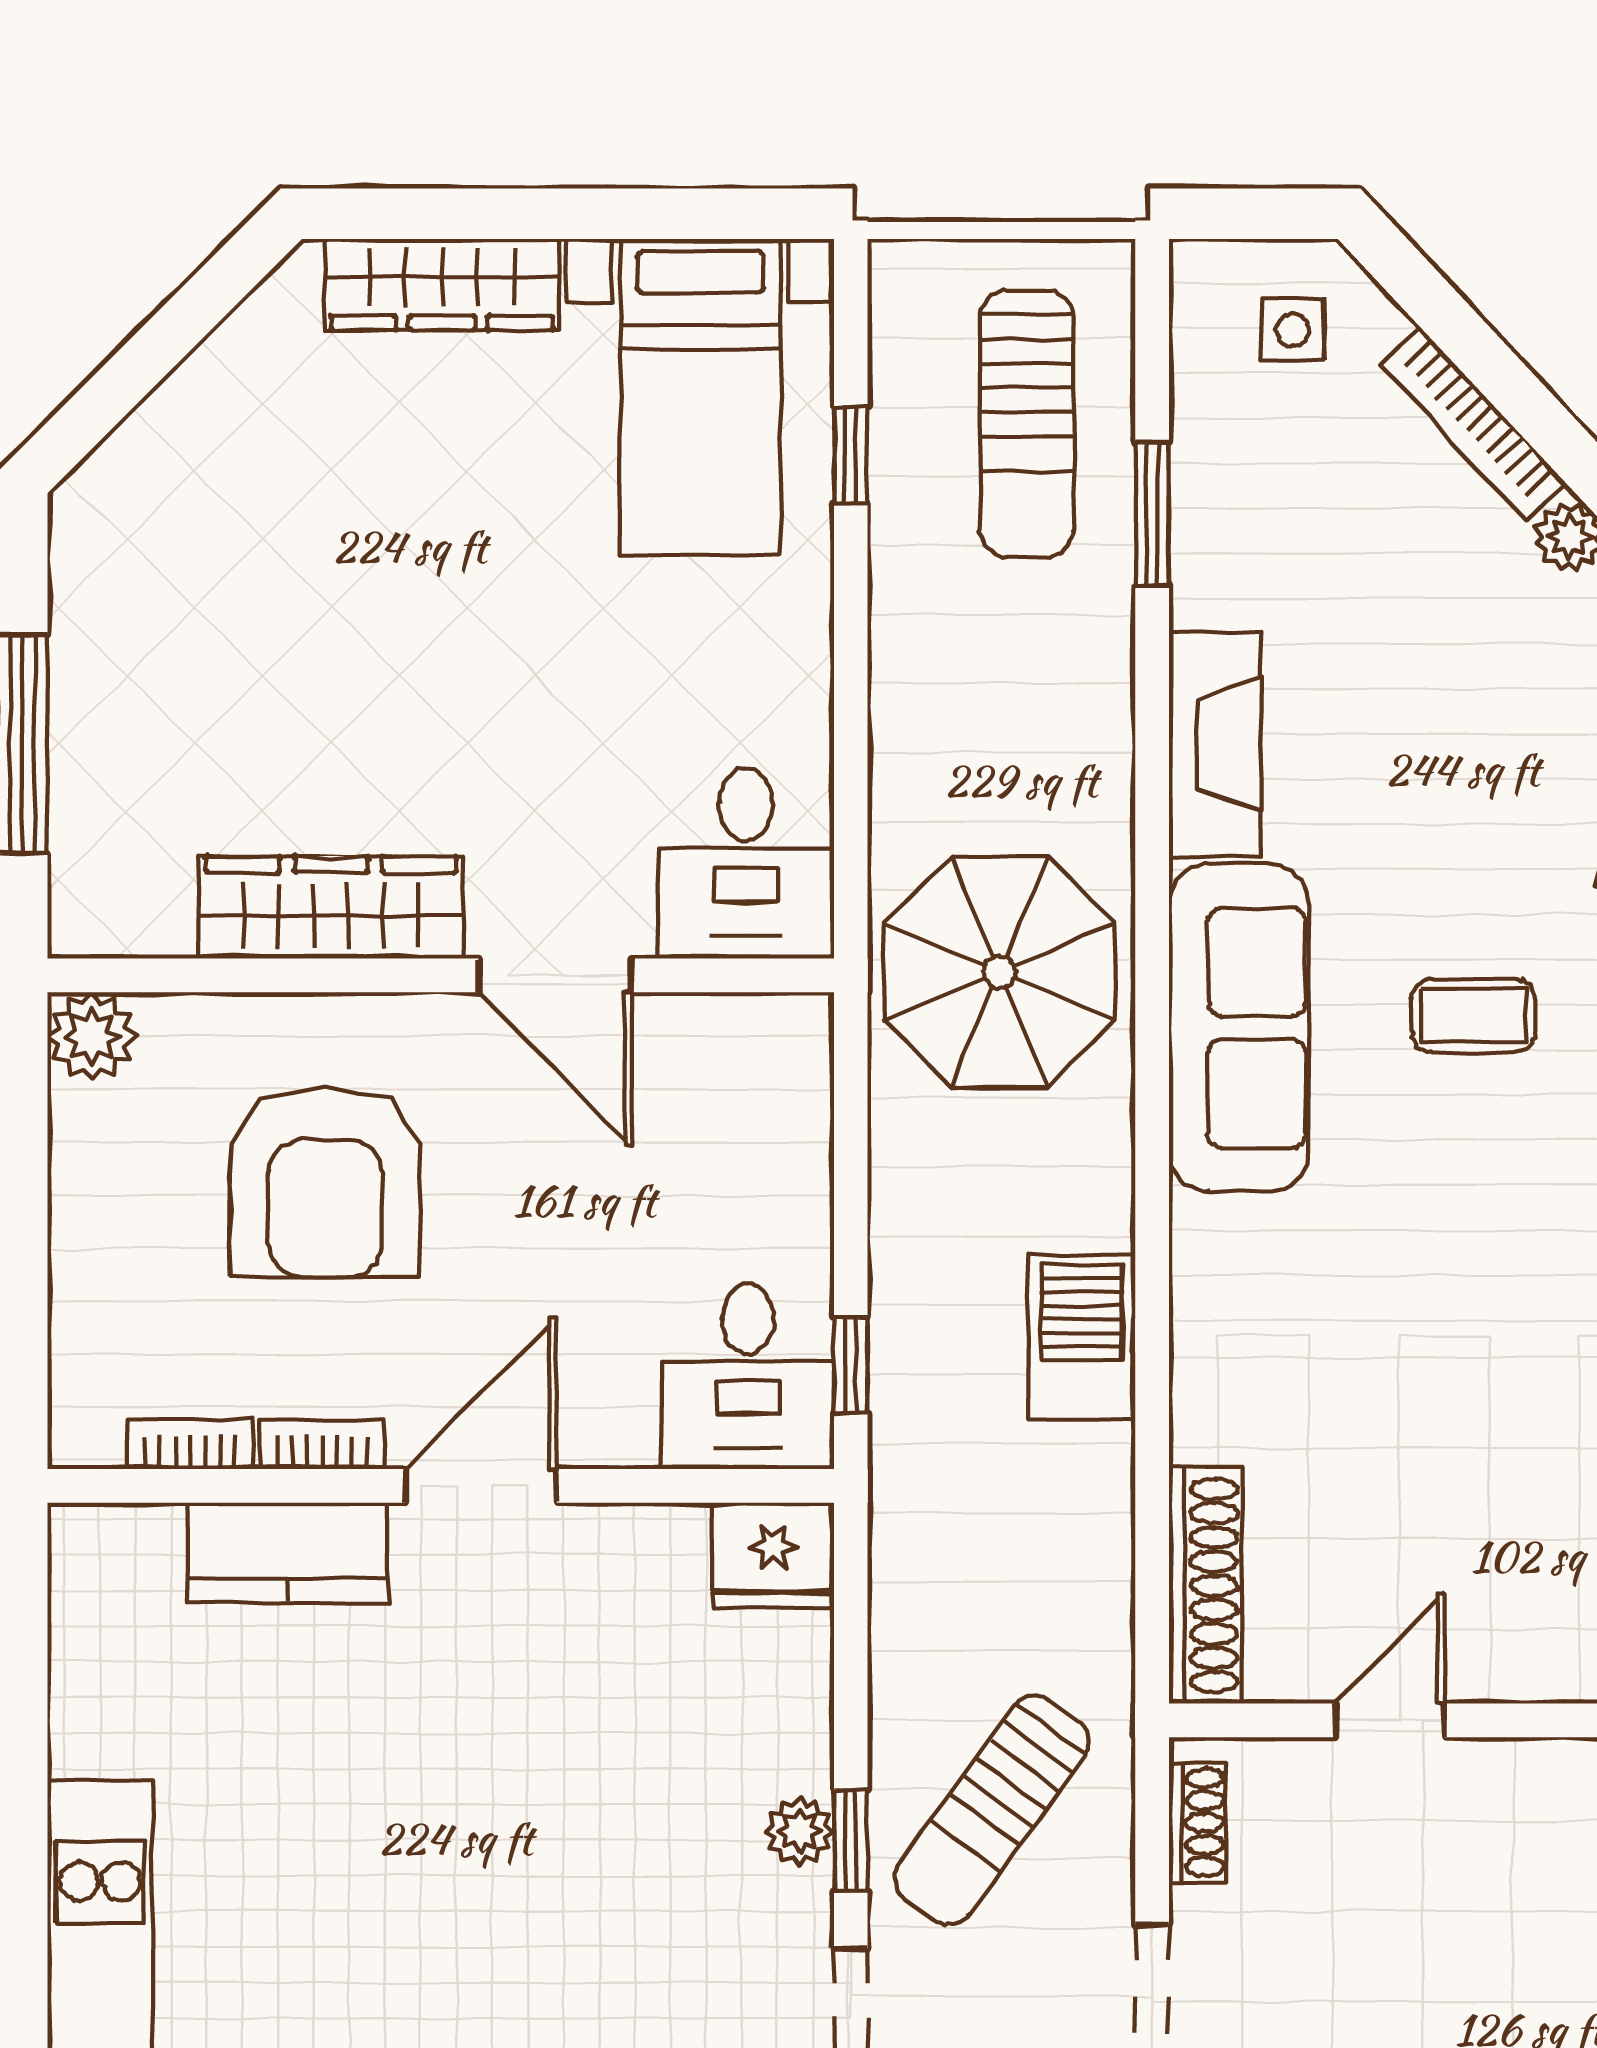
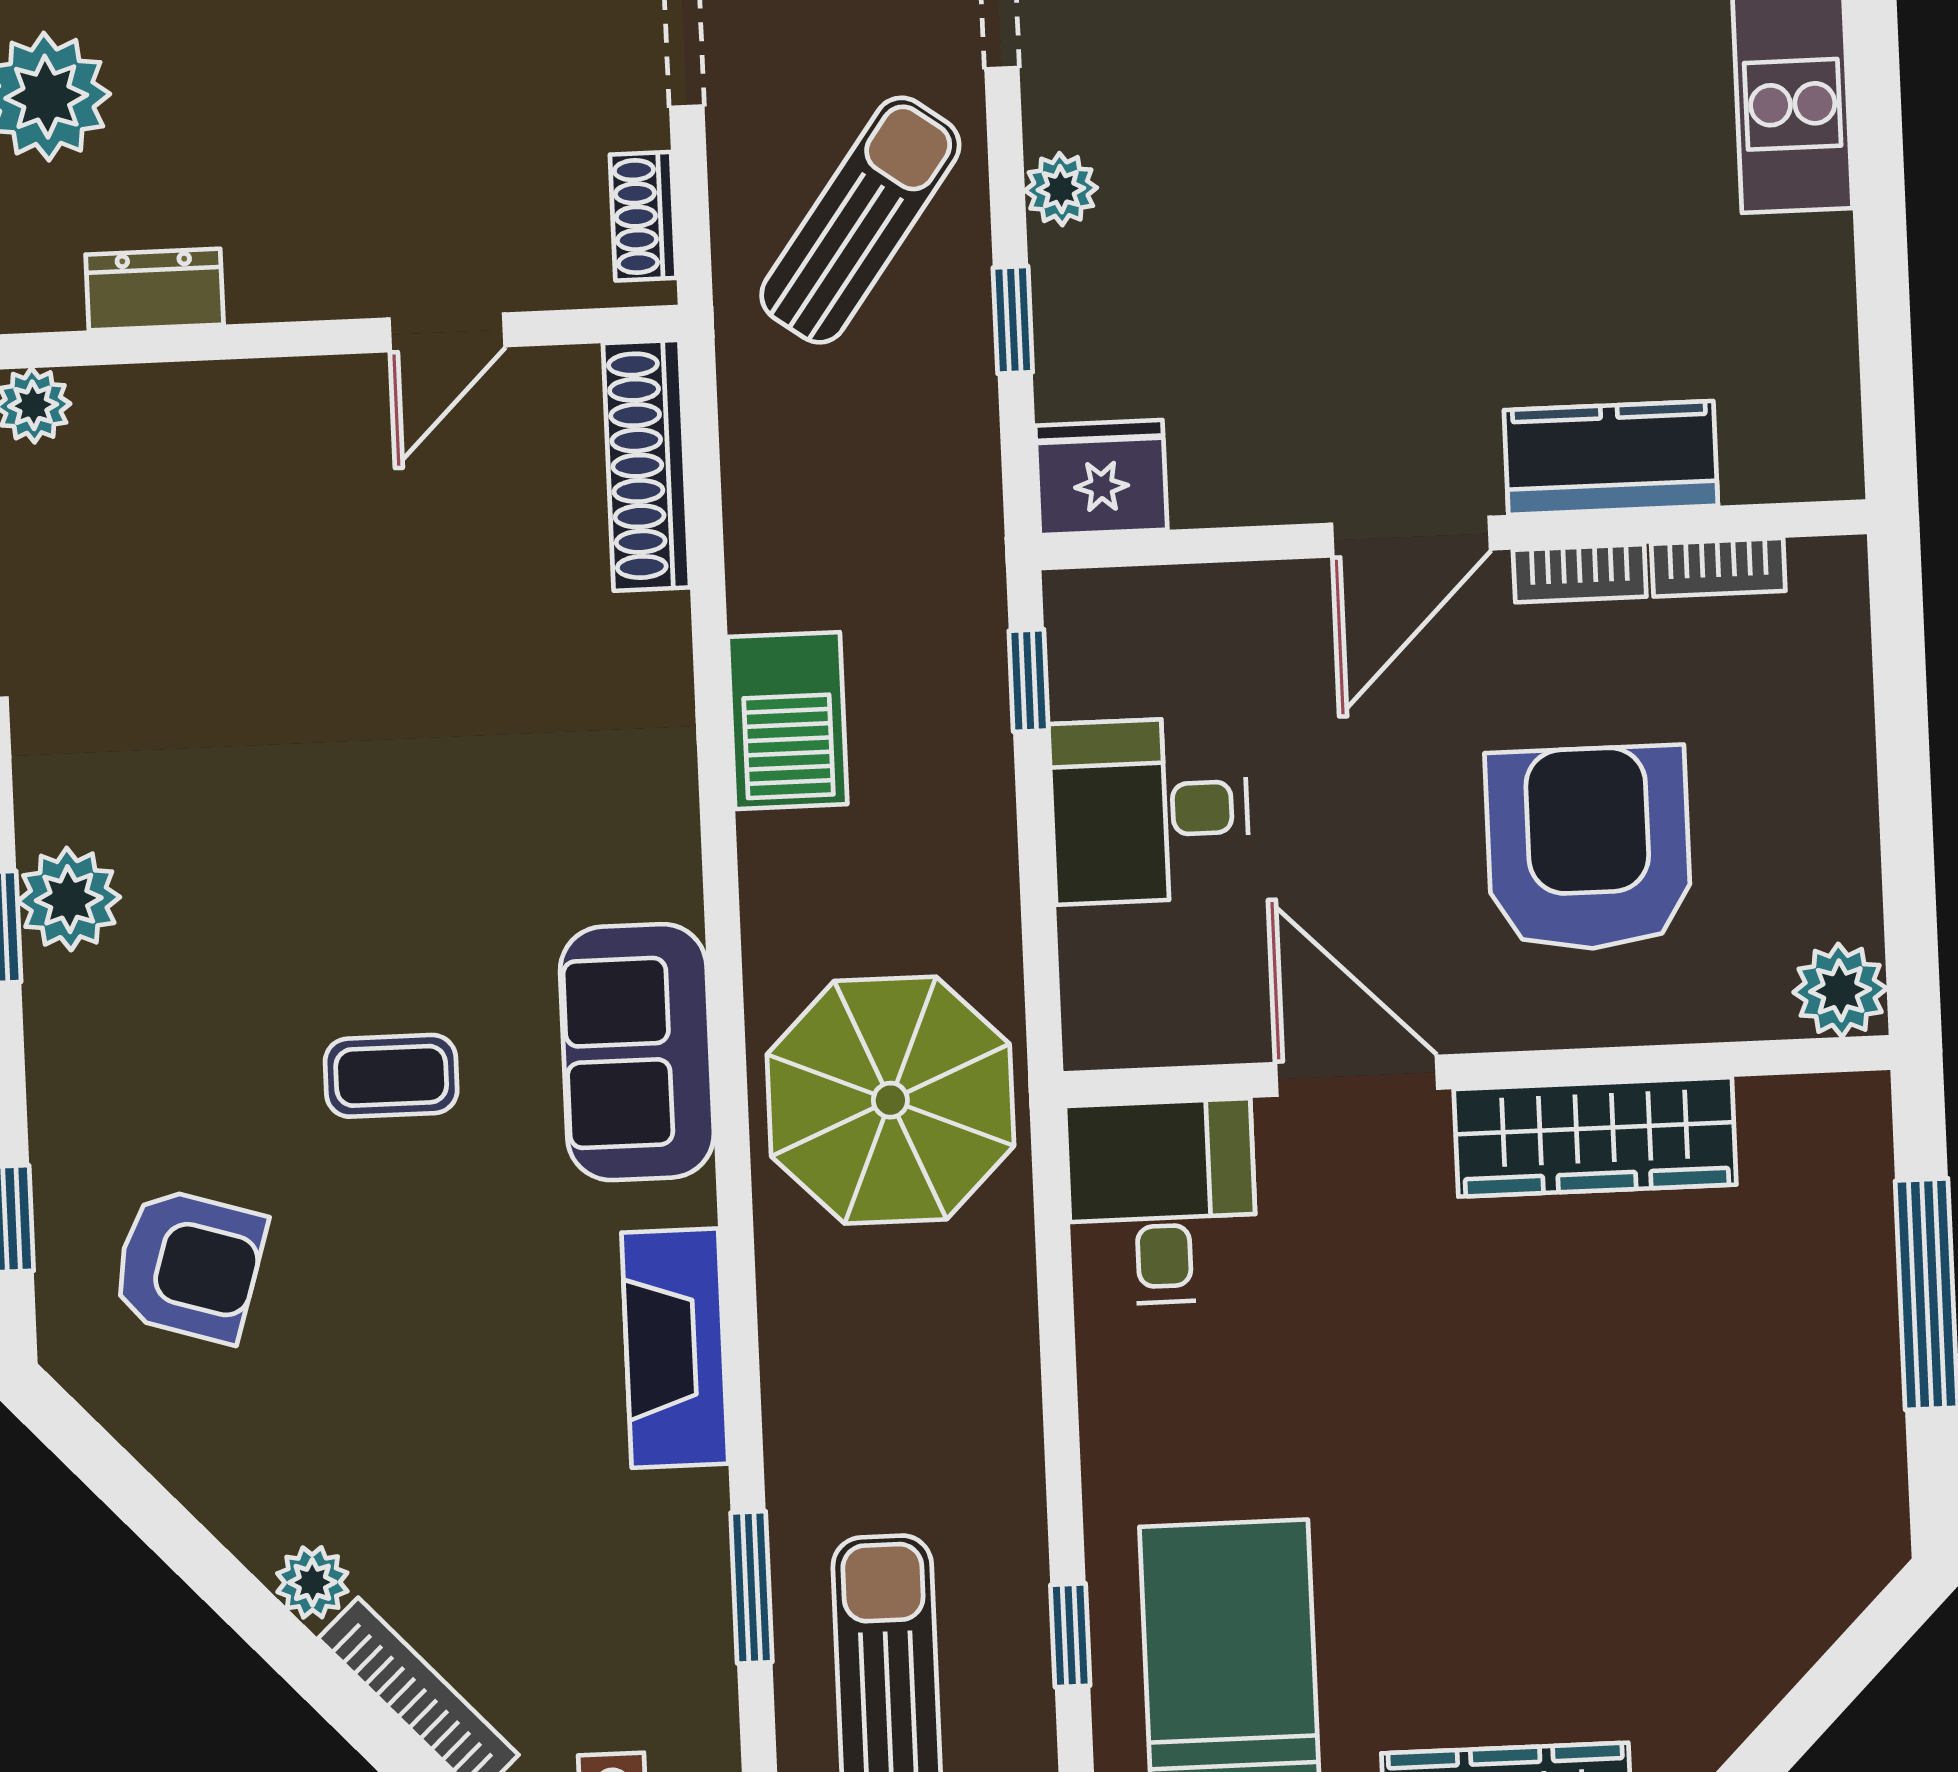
sofa: (1239, 1028) -> (637, 1052), width x0.73
desk: (748, 1376) -> (1149, 810), moved, turned -90
window: (851, 1840) -> (1013, 320), moved

